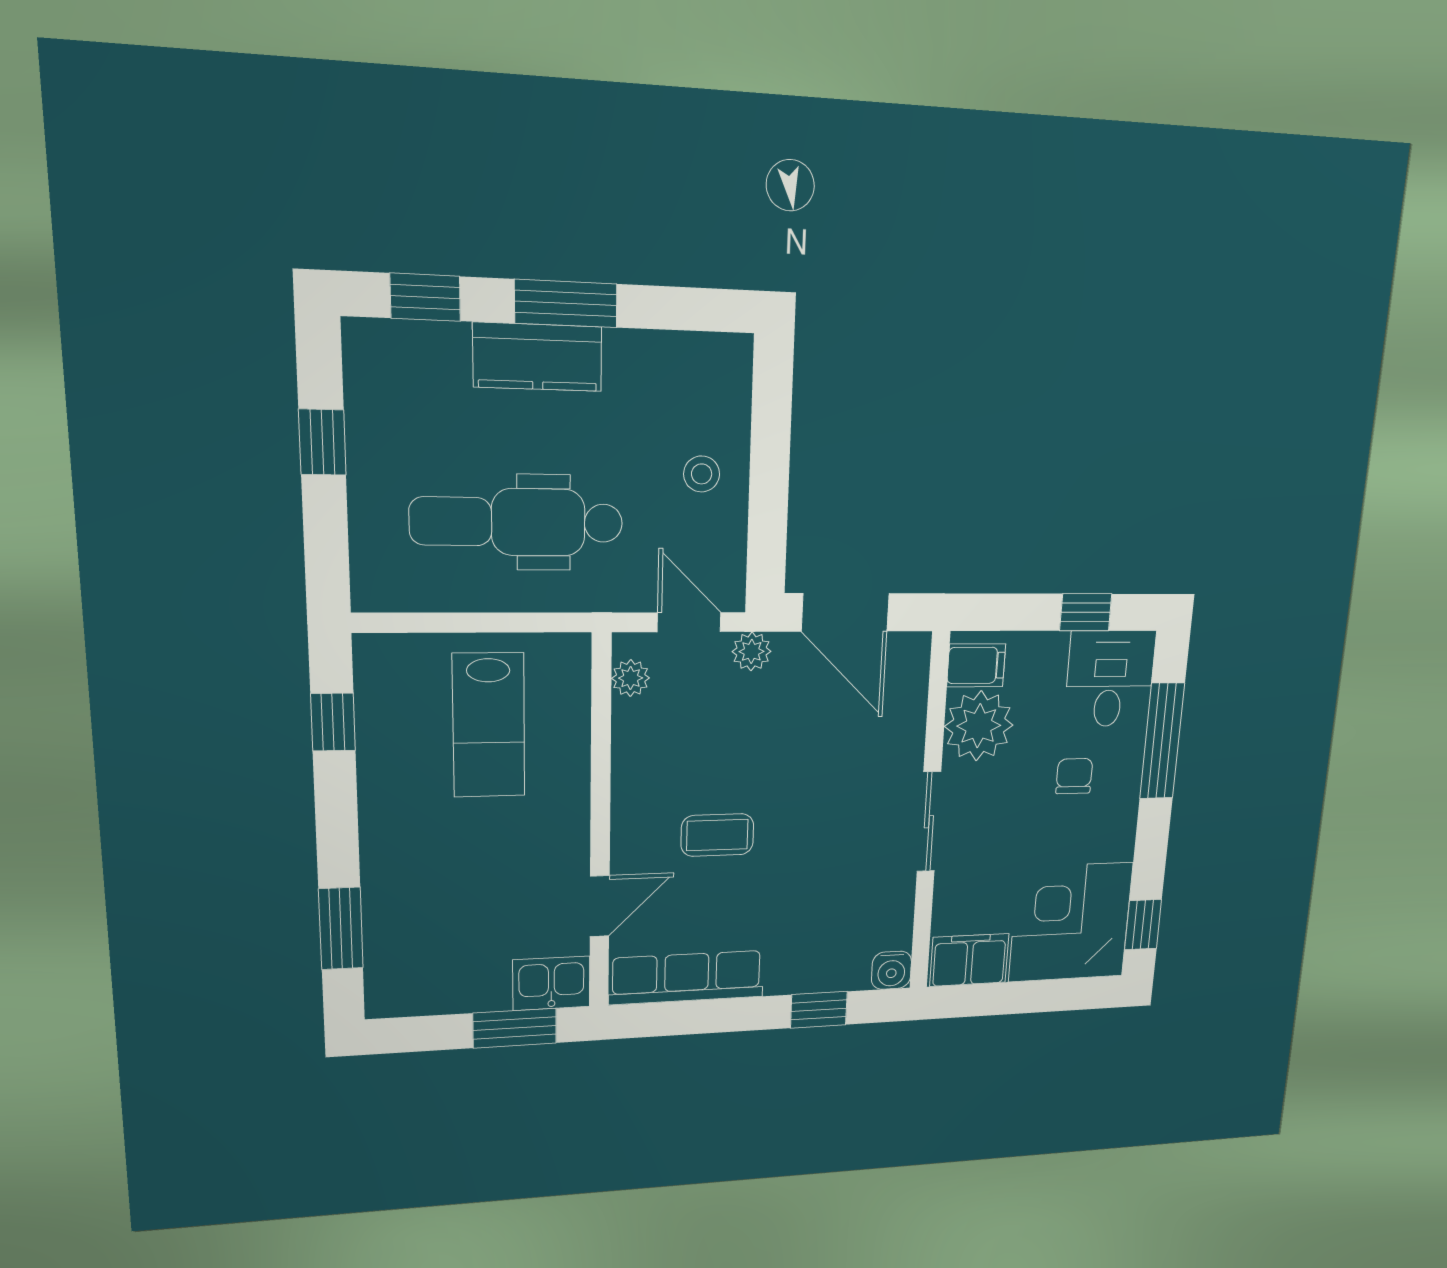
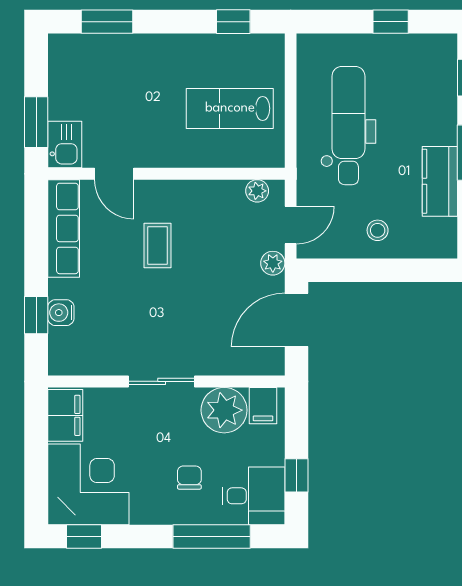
kitchen counter: (538, 357) -> (440, 181), moved
chair: (1074, 776) -> (189, 478), turned -90
water cooler: (891, 970) -> (61, 313), moved

